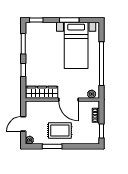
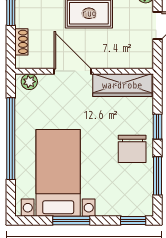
chair: (37, 58) -> (132, 149), added

